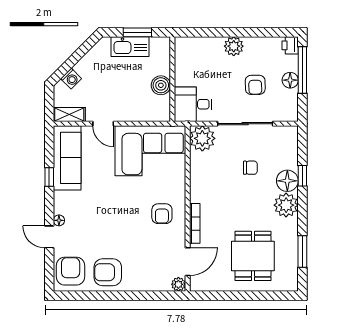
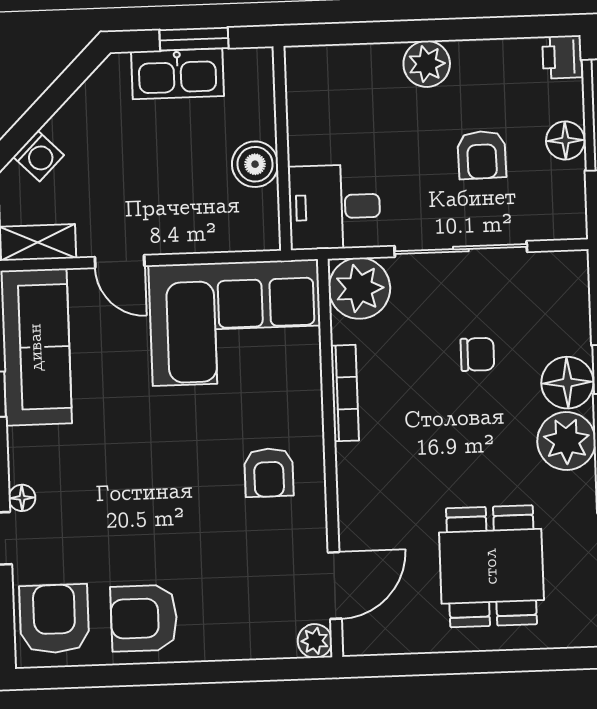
bookcase: (195, 223) -> (345, 393), moved

